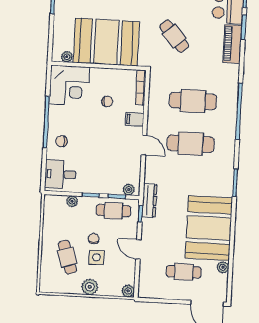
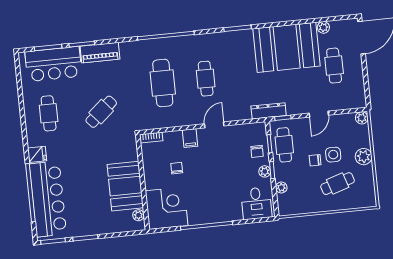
booth: (106, 42) -> (125, 186), width x0.73, depth x0.70
bookcase: (141, 87) -> (151, 138), width x0.64
chair: (61, 141) -> (257, 151), moved
cafe table: (191, 144) -> (206, 79), width x0.73, depth x0.74
plant: (129, 190) -> (265, 171), moved

